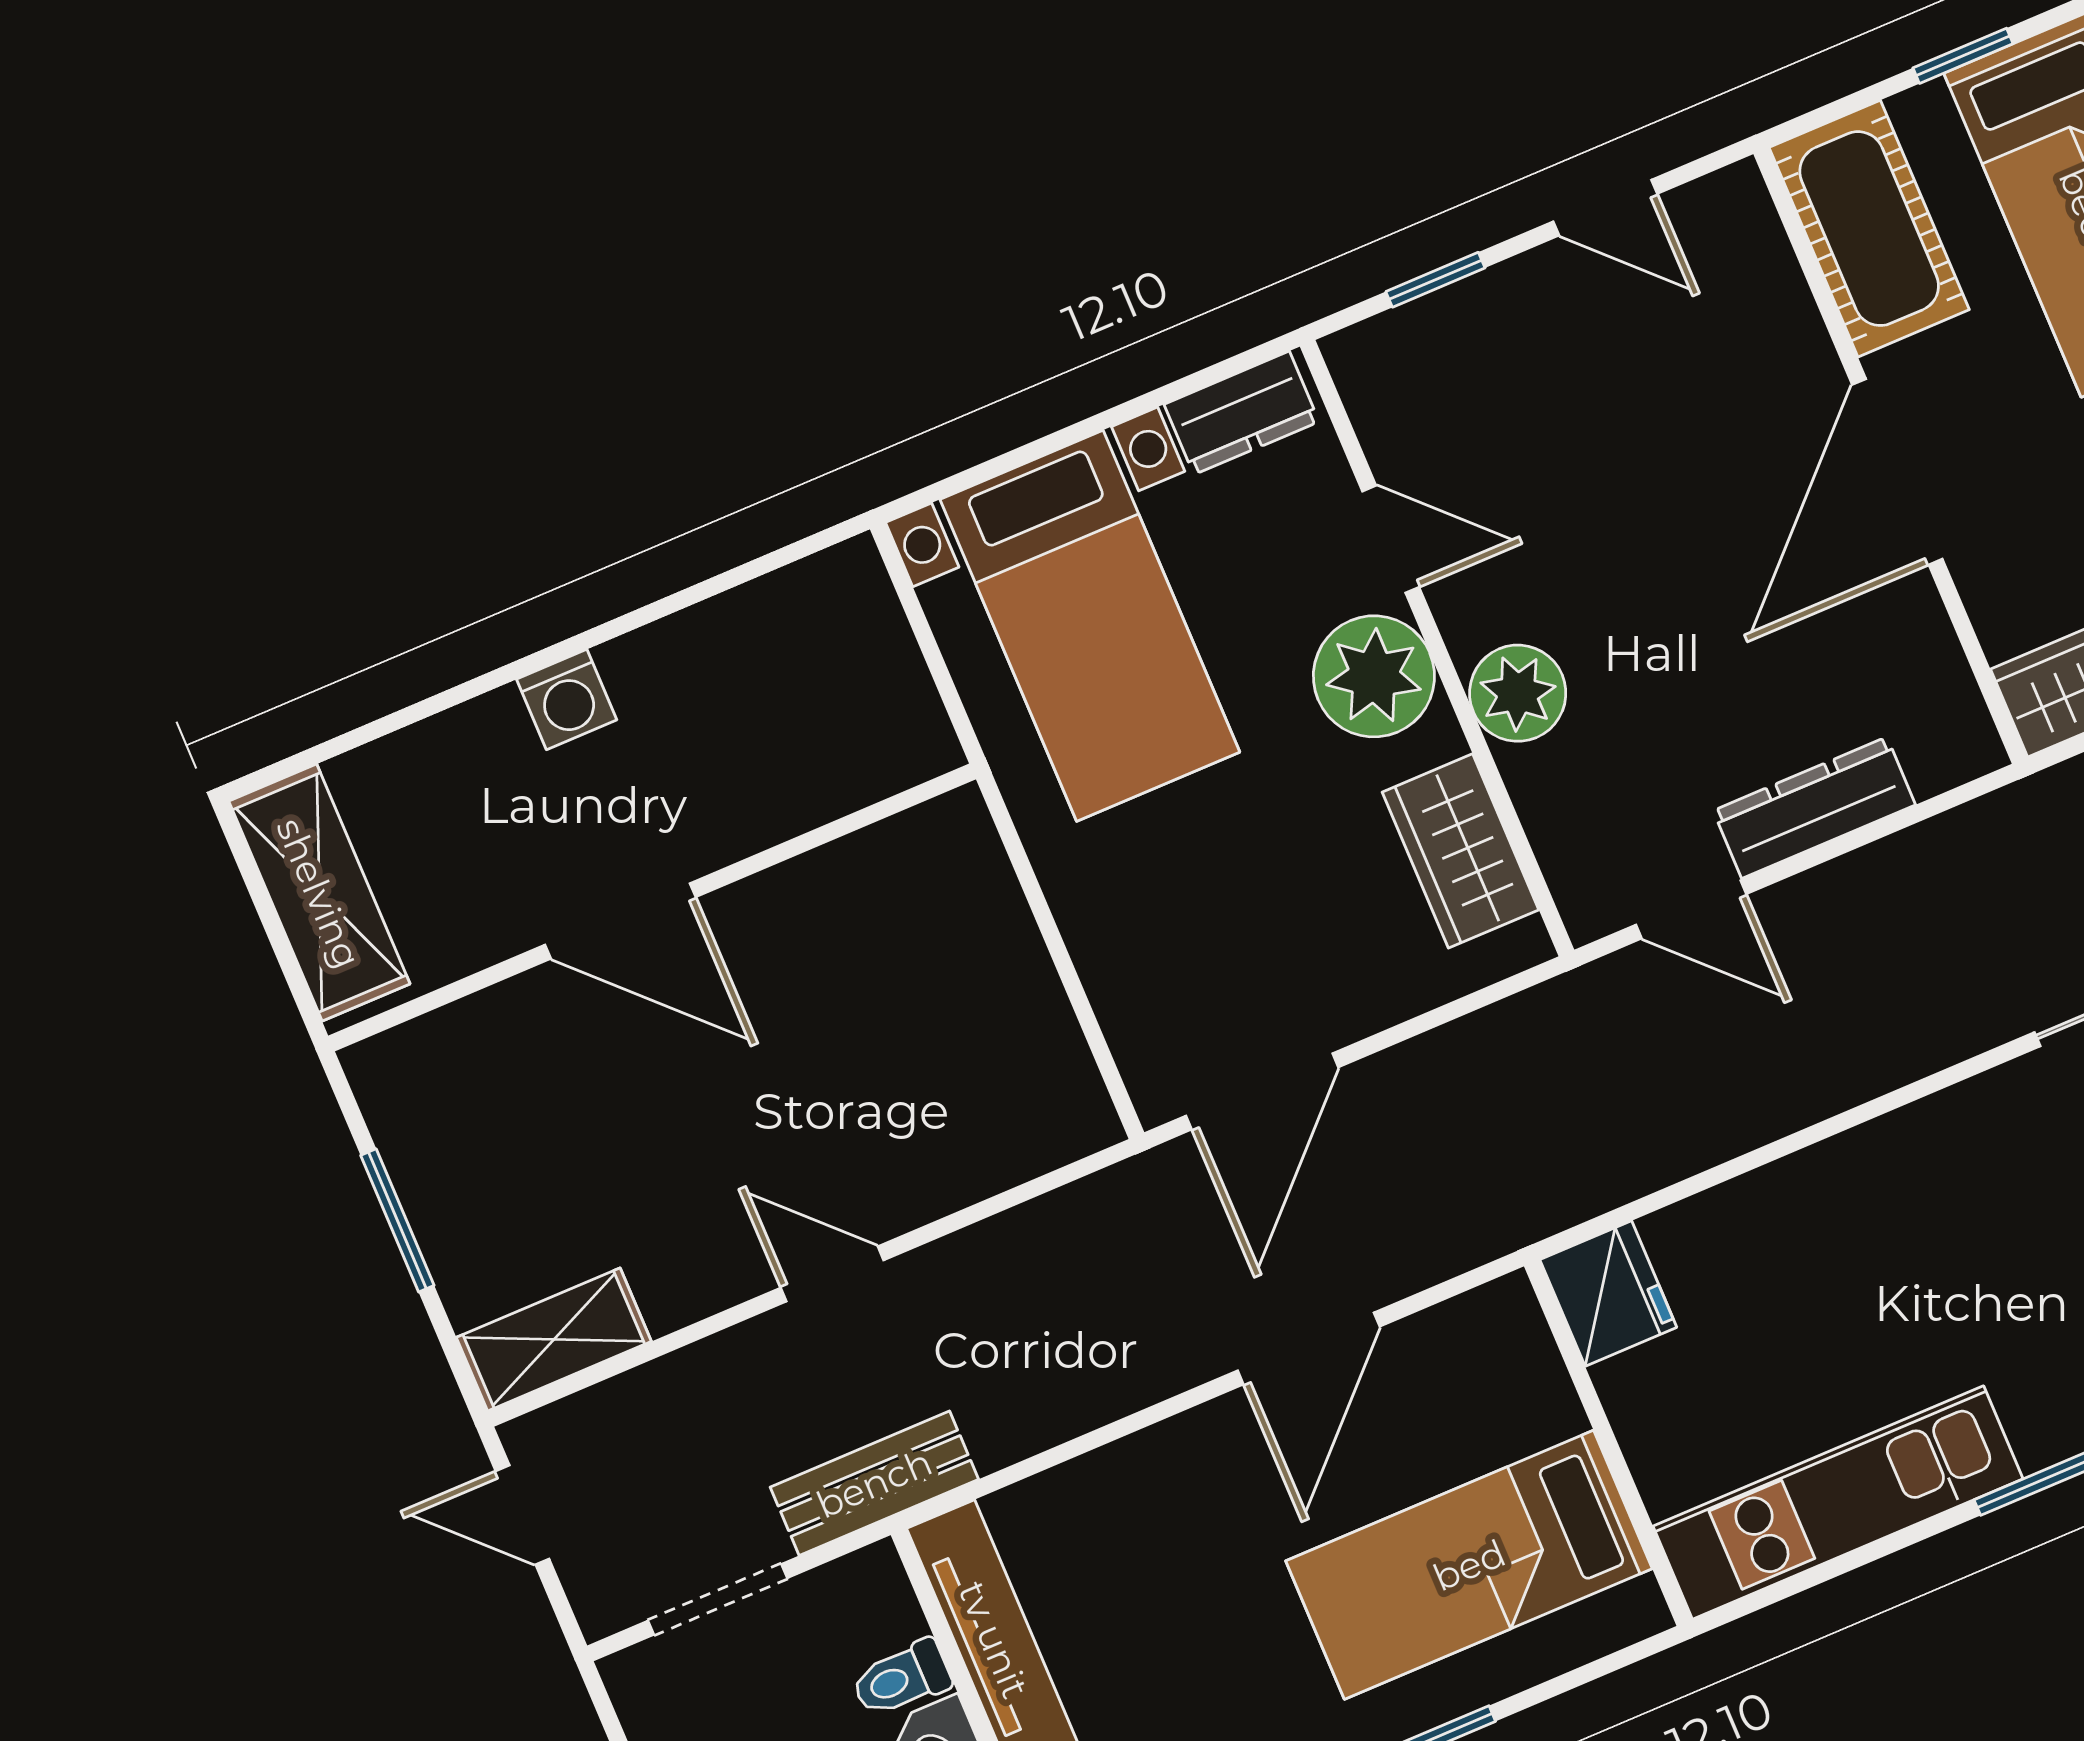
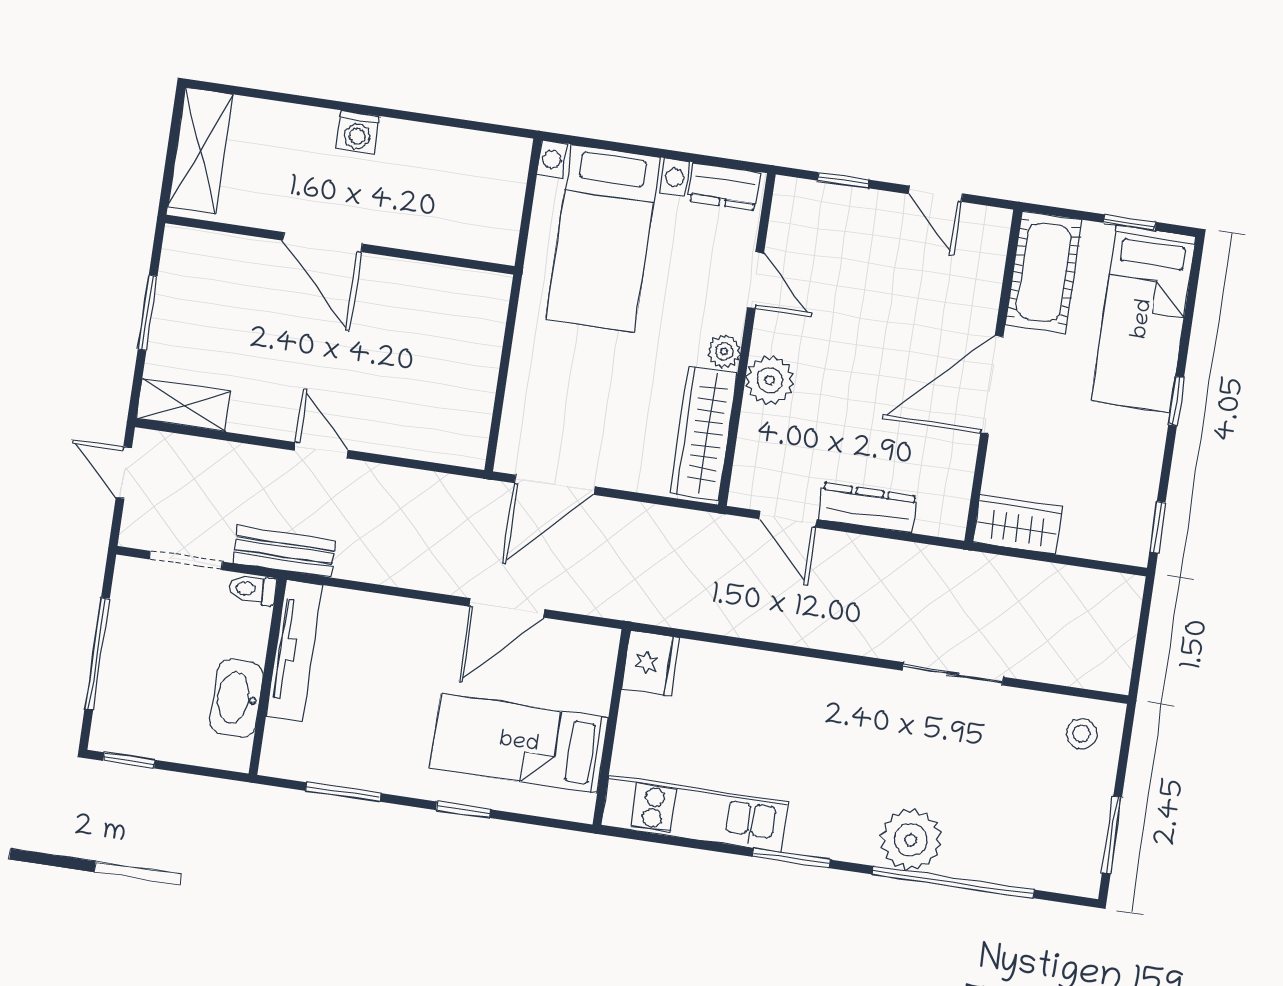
plant: (1374, 676) -> (724, 351), width x0.53, depth x0.53
wardrobe: (1460, 851) -> (704, 433), width x1.50
toilet: (901, 1679) -> (252, 589), moved

